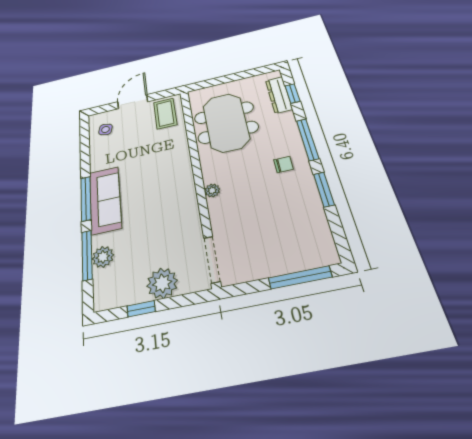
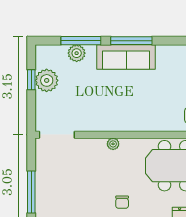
plant: (162, 283) -> (47, 80), moved

